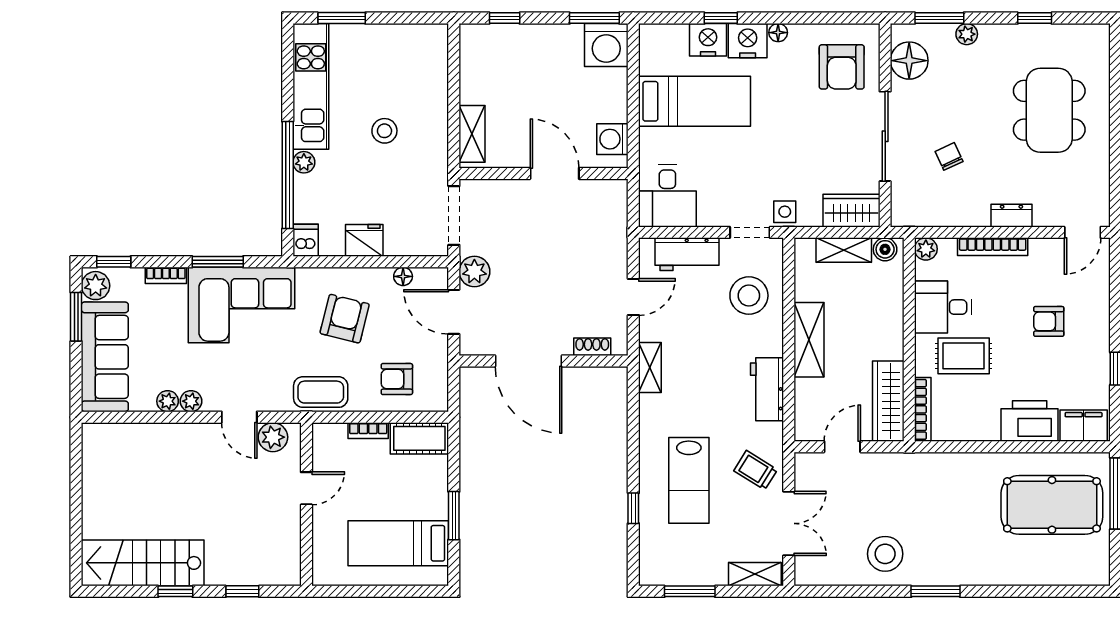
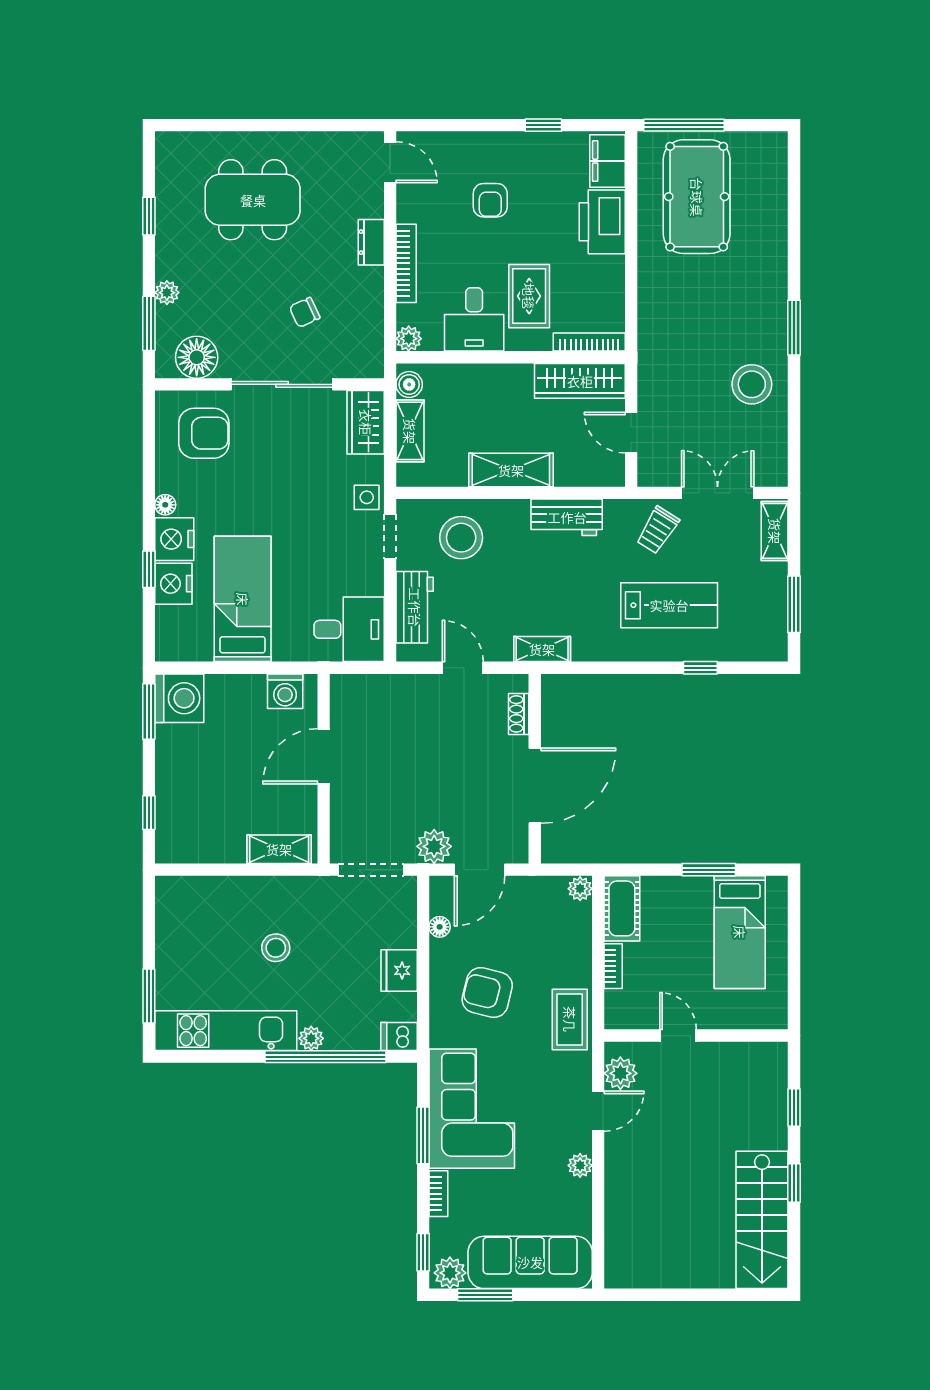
armchair: (397, 379) -> (555, 934), removed
plant: (168, 401) -> (580, 889), moved

